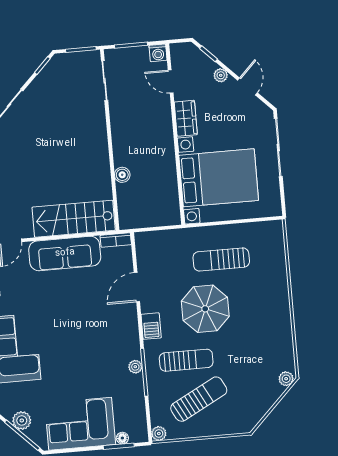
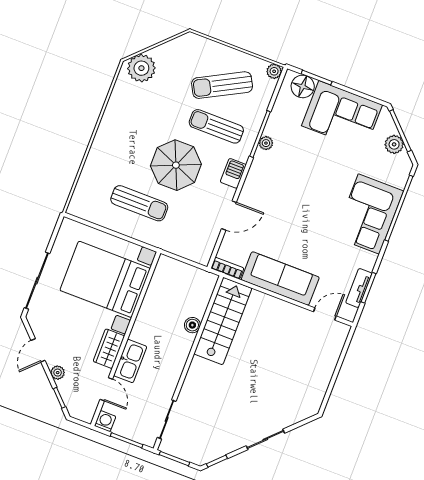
kitchen sink: (162, 117) -> (130, 361), added
stairs: (74, 219) -> (223, 321), moved, turned -90
plant: (286, 379) -> (141, 68), width x1.88, depth x1.88
floor lamp: (122, 438) -> (303, 86), width x1.89, depth x1.89

